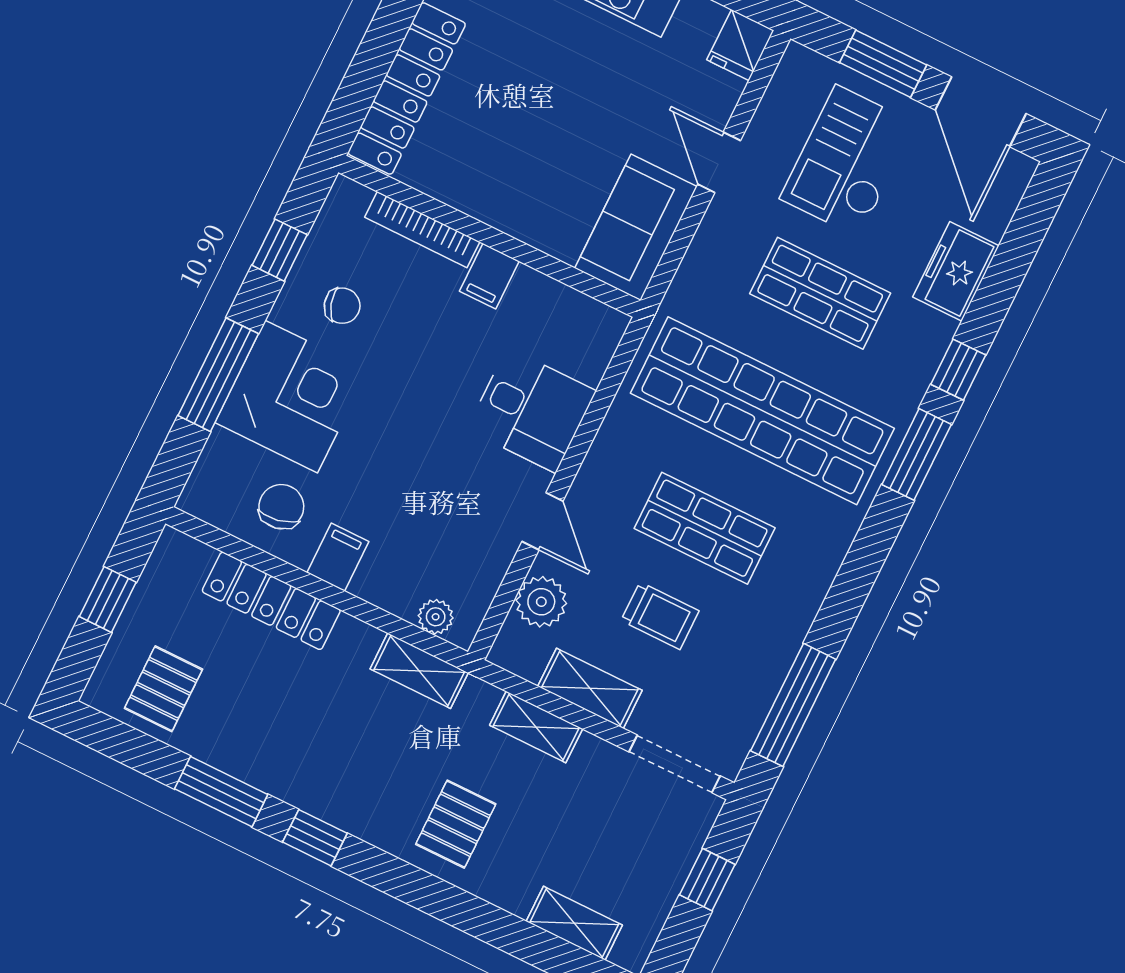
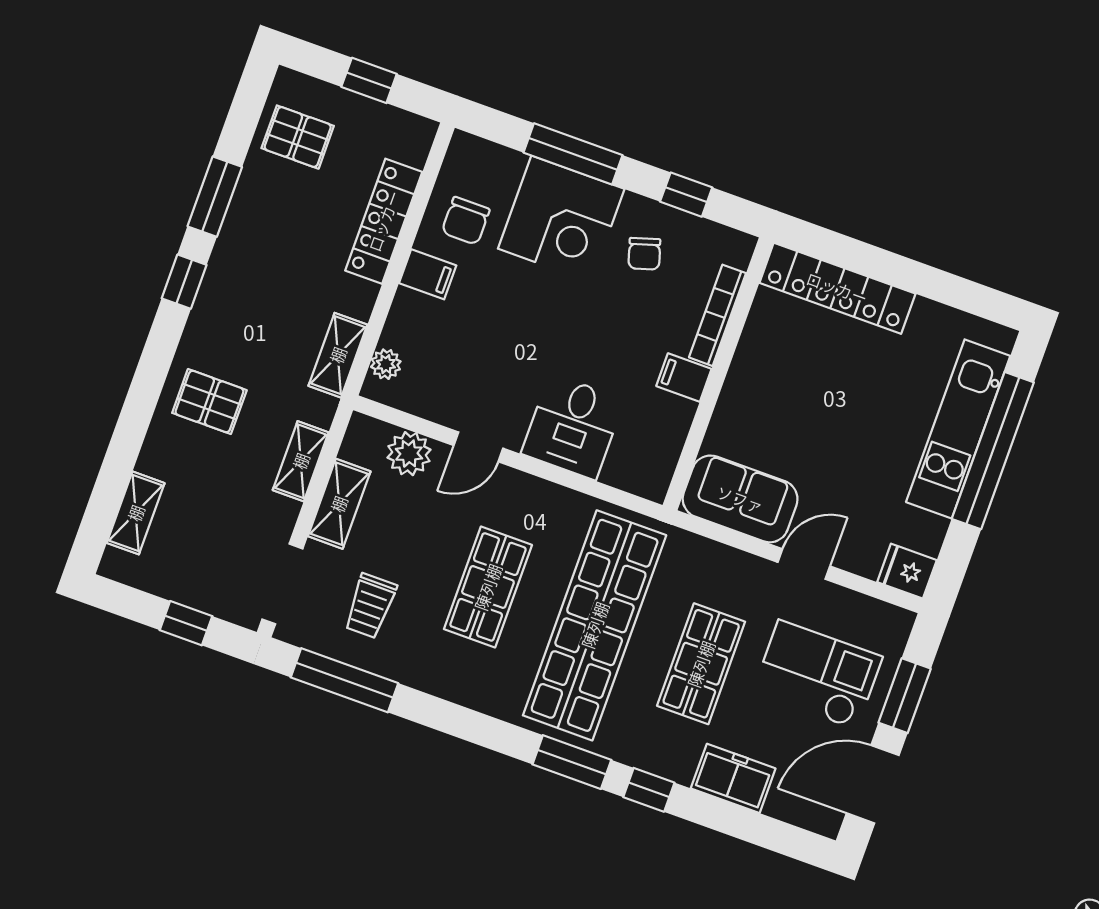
chair: (281, 507) -> (466, 221), turned 101
trolley: (660, 616) -> (370, 606), moved

